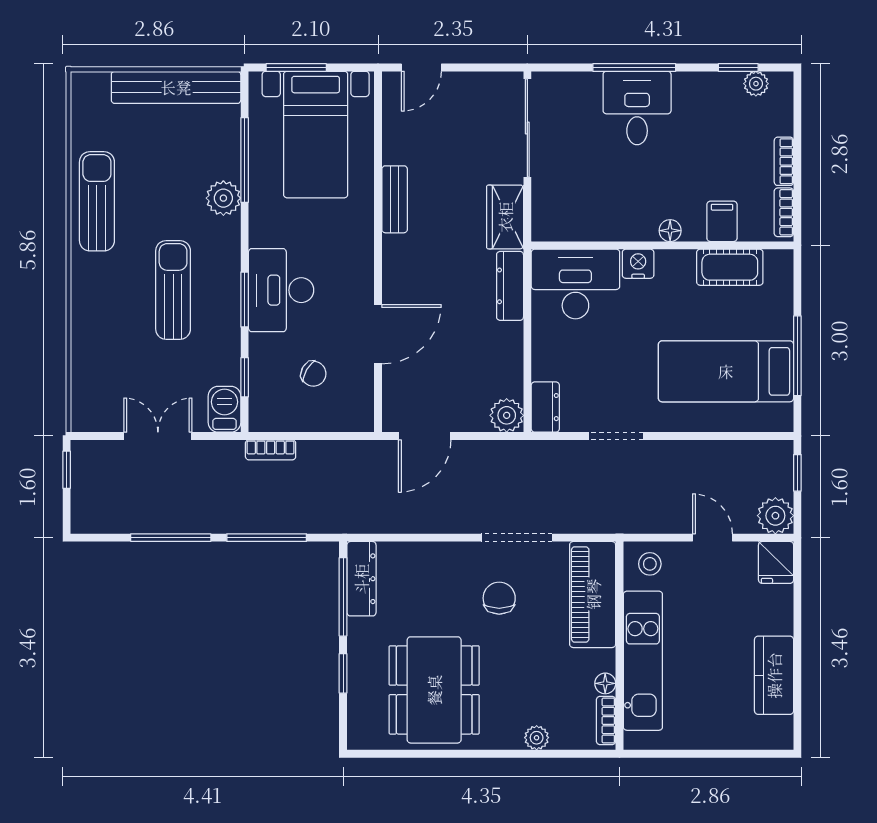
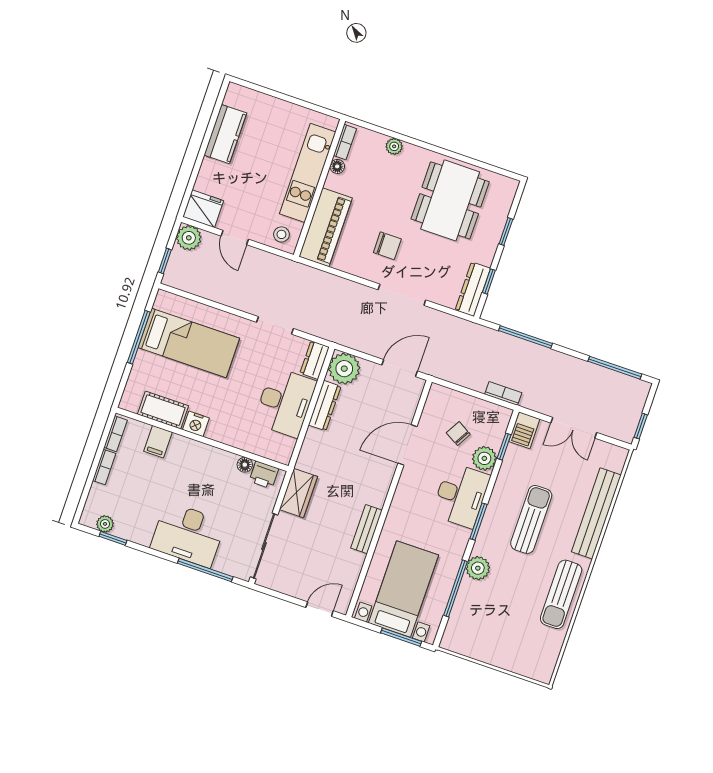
window: (634, 67) -> (205, 570), moved
bench: (176, 87) -> (596, 513), moved, turned 90
desk: (637, 108) -> (188, 535), width x1.37
printer: (561, 226) -> (264, 475), added
floor lamp: (670, 231) -> (245, 465), moved
nightstand: (638, 264) -> (196, 424), moved
desk: (575, 284) -> (285, 402), moved, turned -90
dresser: (510, 286) -> (325, 406), moved
sun lounger: (173, 290) -> (531, 519), turned 180
window: (245, 300) -> (478, 521), moved
plant: (266, 352) -> (484, 458), added
plant: (507, 415) -> (344, 369), width x1.36, depth x1.36
window: (171, 538) -> (615, 368), moved
doorway: (517, 538) -> (402, 295), moved
fridge: (776, 562) -> (203, 209), width x1.38
window: (343, 597) -> (489, 281), width x0.46
chair: (499, 598) -> (387, 246), turned -90

